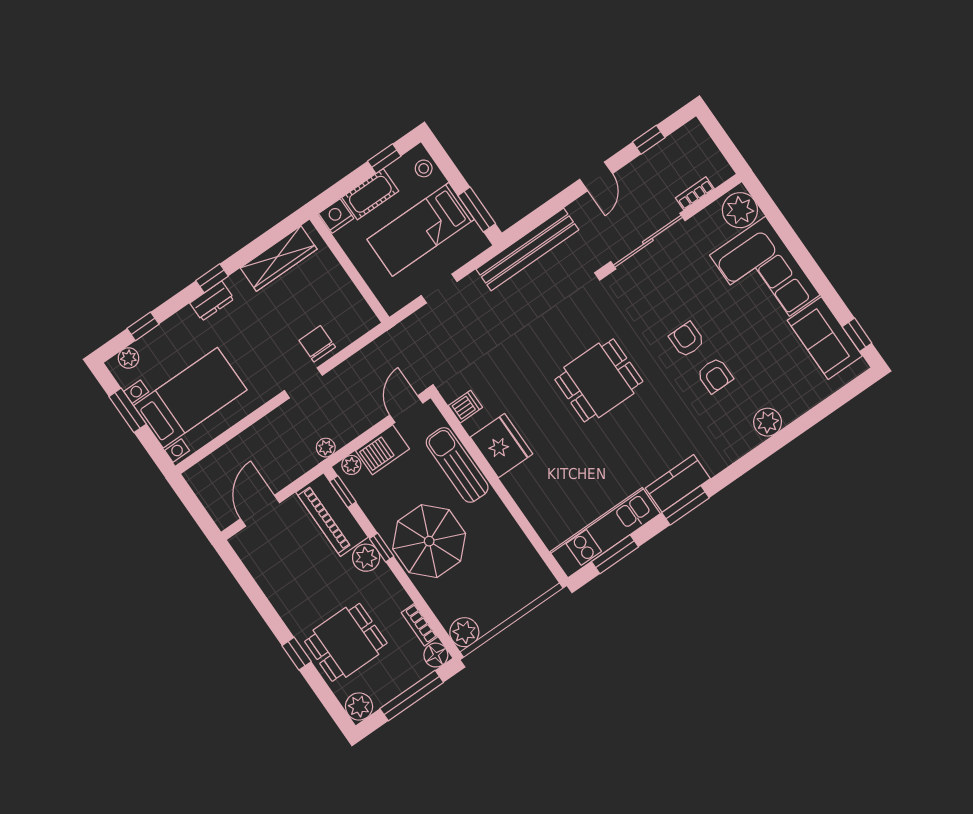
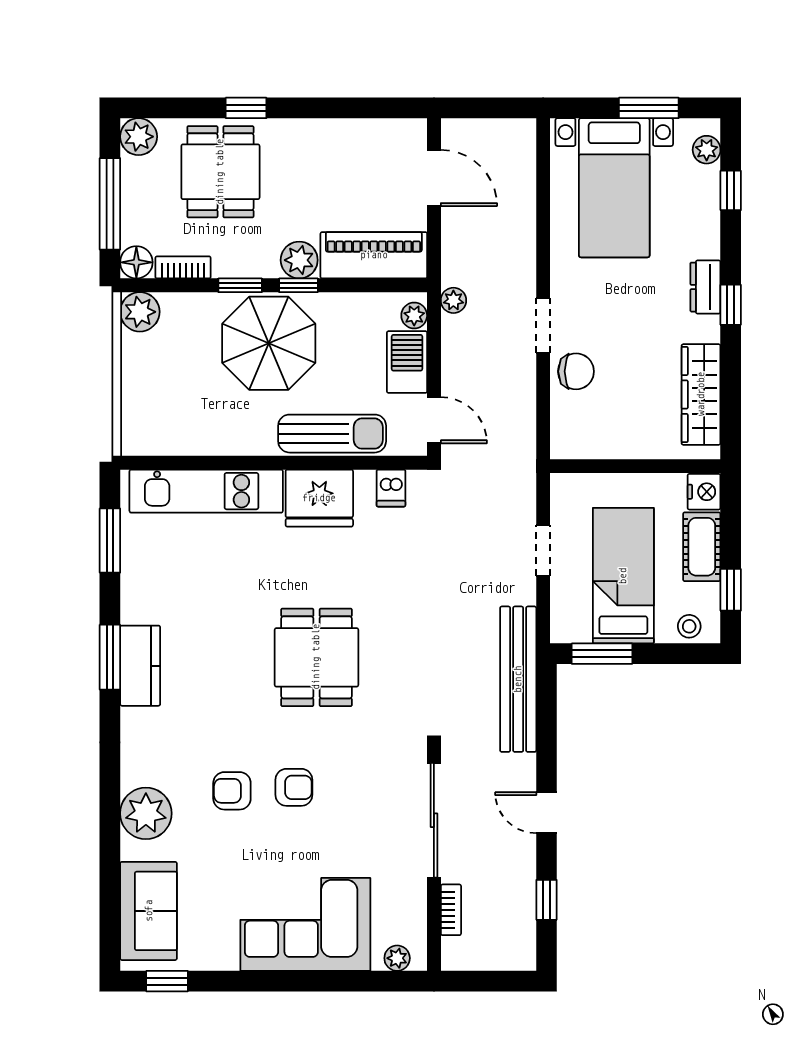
plant: (740, 210) -> (397, 958), width x0.53, depth x0.53
sofa: (825, 338) -> (149, 911), moved, turned 90
plant: (768, 422) -> (146, 813), width x1.36, depth x1.36
window: (343, 492) -> (240, 285), moved
kitchen unit: (605, 533) -> (206, 491), moved, turned 90

